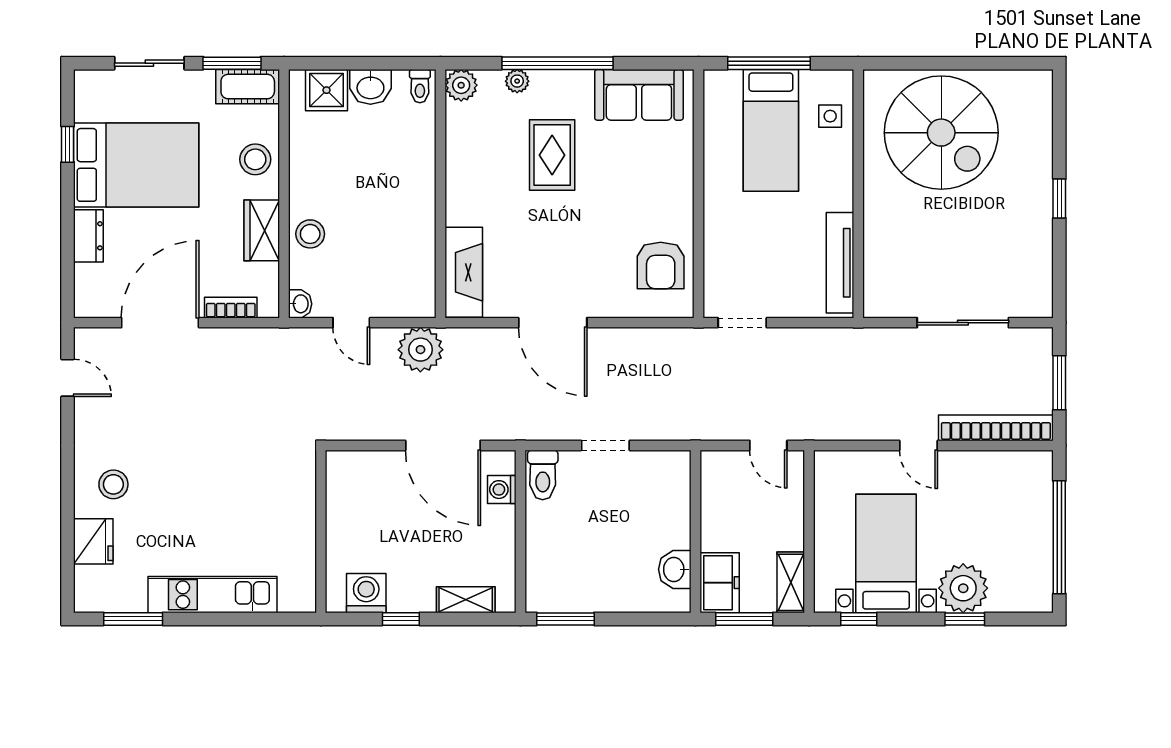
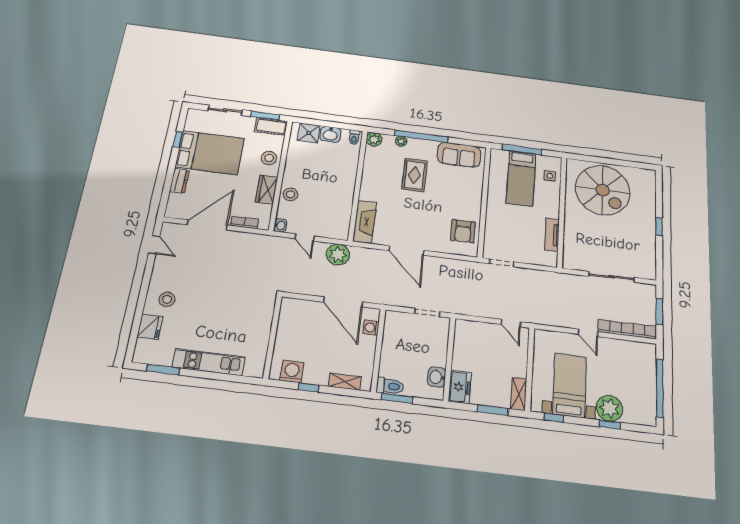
tv unit: (840, 263) -> (552, 235), width x0.71
toilet: (543, 475) -> (390, 386), moved, turned -90
wall: (695, 531) -> (449, 359), moved
washbasin: (675, 569) -> (437, 377), moved
freezer: (720, 583) -> (460, 387), moved

